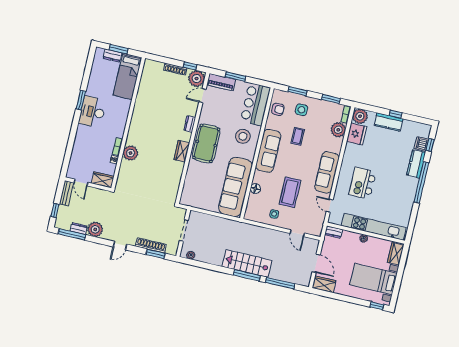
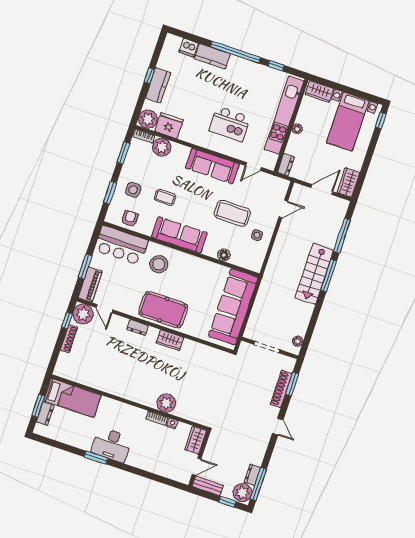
window: (430, 145) -> (276, 66), moved
sofa: (235, 187) -> (233, 307), moved, turned 90
plant: (95, 229) -> (242, 493), moved

